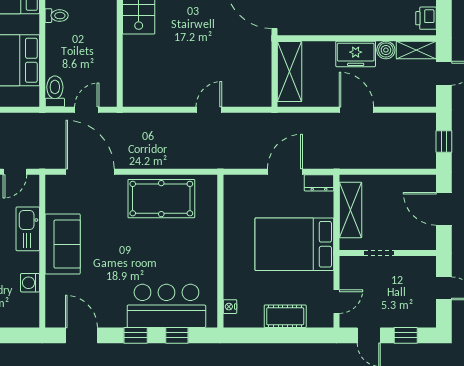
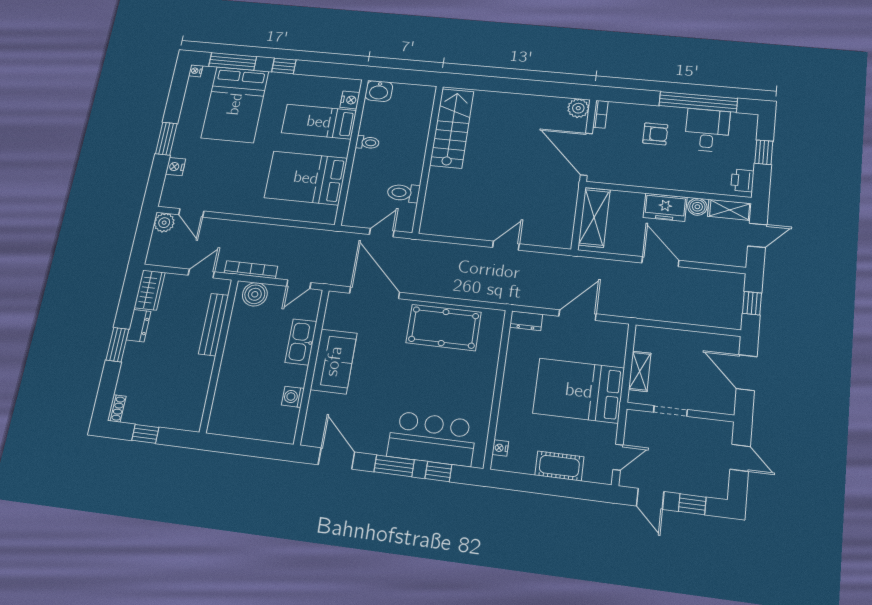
toilet: (55, 91) -> (403, 193), moved, turned -90
dresser: (319, 183) -> (526, 321), moved
shelving: (351, 210) -> (640, 371), width x0.67, depth x0.75
window: (136, 335) -> (394, 466), width x1.50

